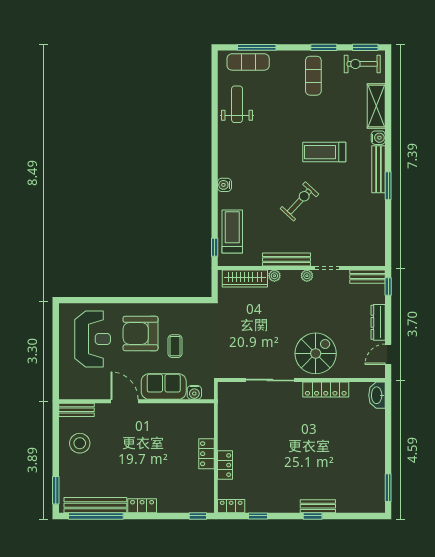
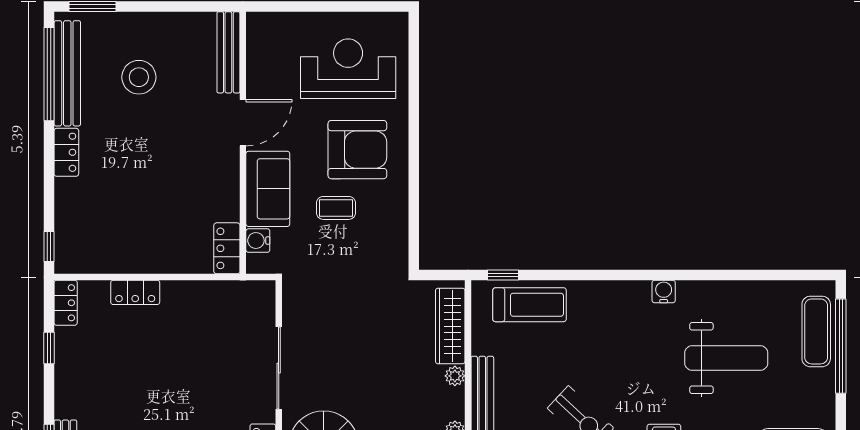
window: (257, 47) -> (841, 346), width x1.46
weight bench: (237, 104) -> (726, 358), moved, width x1.36, depth x1.33
water cooler: (225, 185) -> (664, 292), moved
armchair: (140, 333) -> (357, 150), turned 90
reception desk: (93, 339) -> (348, 69), turned 180
bench: (76, 410) -> (228, 52), width x1.36
stool: (80, 443) -> (139, 77), moved
locker: (206, 454) -> (227, 248), moved, turned -90

